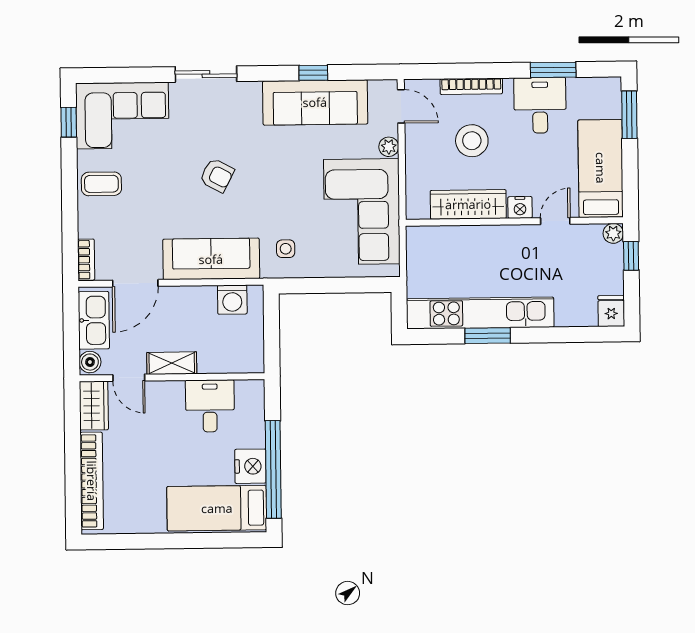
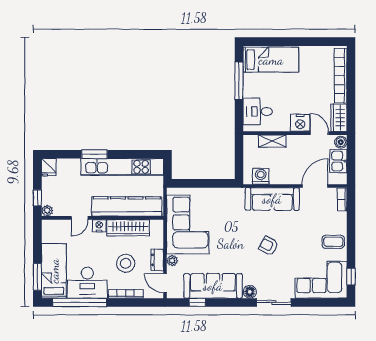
window: (553, 70) -> (80, 302), width x2.11
window: (313, 73) -> (197, 302), moved
floor lamp: (249, 93) -> (250, 292), added
desk: (540, 105) -> (87, 283), width x1.37
dresser: (415, 148) -> (157, 260), added
bed: (601, 168) -> (54, 271), moved, turned 180
kitchen counter: (471, 242) -> (127, 206), added
side table: (286, 249) -> (231, 204), removed
kitchen sink: (94, 320) -> (338, 161), width x0.73
window: (488, 336) -> (94, 154), moved
shelving: (172, 363) -> (272, 141), moved
desk: (210, 406) -> (258, 111), moved, turned 90
nightstand: (250, 466) -> (300, 123), moved, turned -90
window: (273, 469) -> (239, 81), width x0.68

